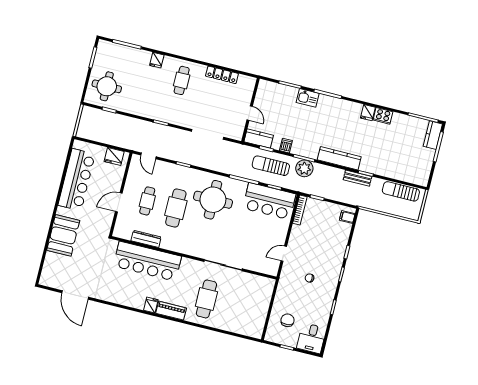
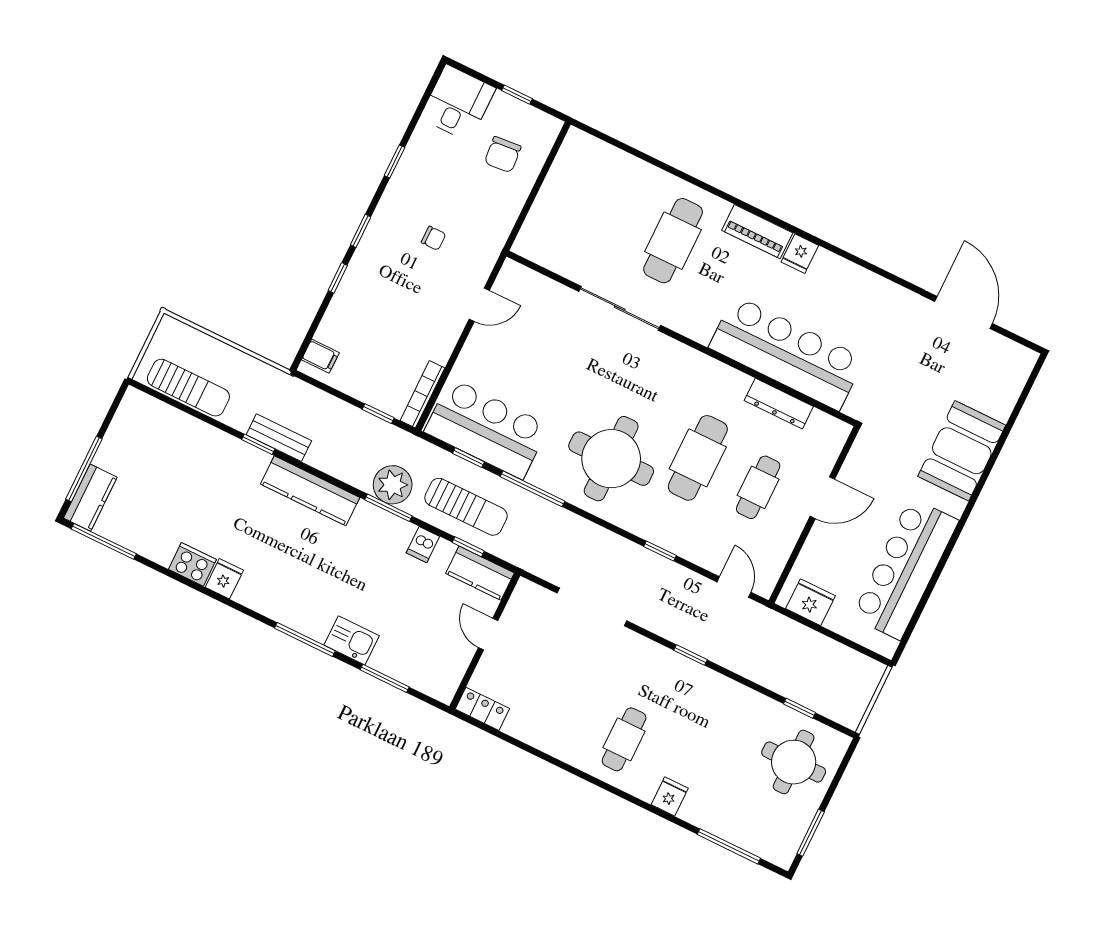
locker: (222, 75) -> (482, 709), moved, width x0.66

